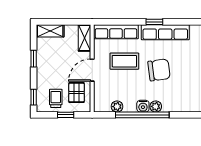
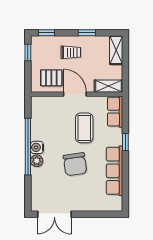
window: (154, 22) -> (125, 142), moved
row of seats: (116, 32) -> (115, 112), width x0.68
trolley: (56, 98) -> (71, 52), moved
plant: (117, 107) -> (37, 120), removed
window: (66, 115) -> (28, 52), moved

